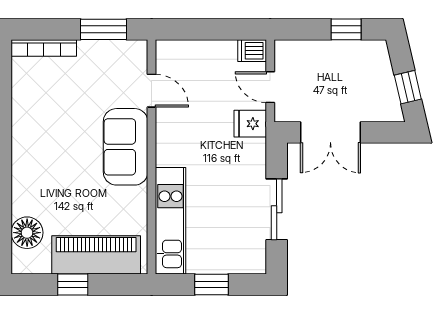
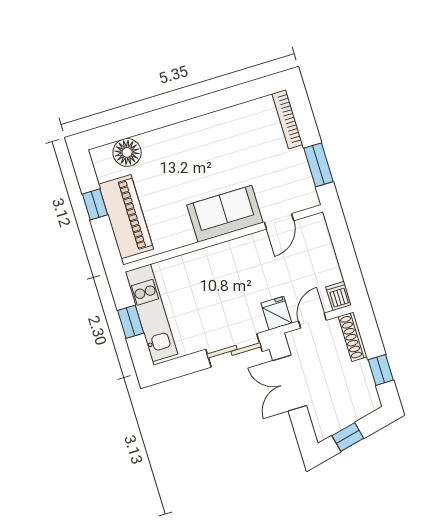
shoe rack: (301, 49) -> (353, 337), added
sliding door: (277, 209) -> (234, 350), moved
kitchen unit: (171, 221) -> (151, 313), moved, turned -90

